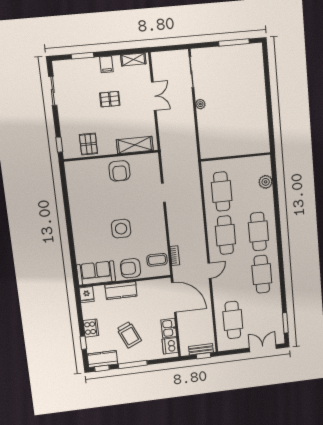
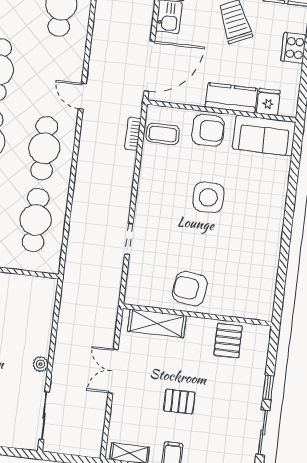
double door: (154, 96) -> (113, 371), moved
window: (59, 145) -> (268, 387), moved
armchair: (119, 171) -> (190, 289), turned -82
door: (209, 271) -> (82, 96), hinge flipped
fridge: (87, 295) -> (268, 102), moved
door: (174, 297) -> (149, 66), swing flipped

